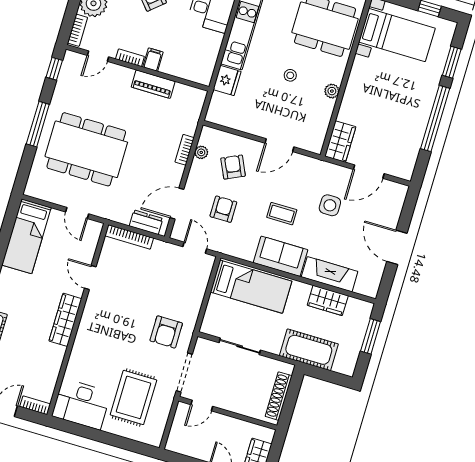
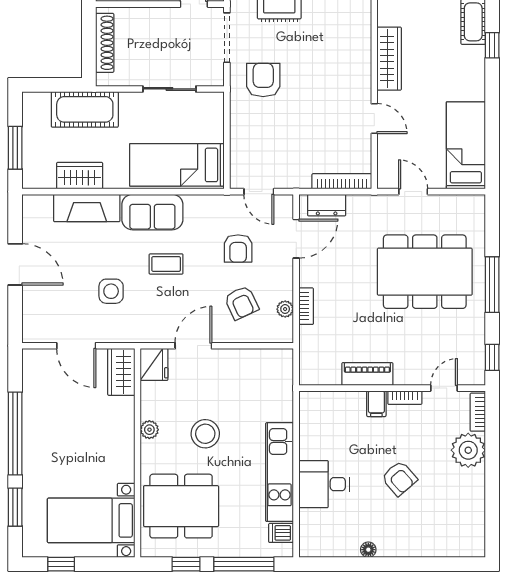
stool: (290, 75) -> (205, 434), width x1.89, depth x1.89
fridge: (227, 81) -> (154, 364), moved, turned 180
door: (369, 172) -> (76, 346), swing flipped

